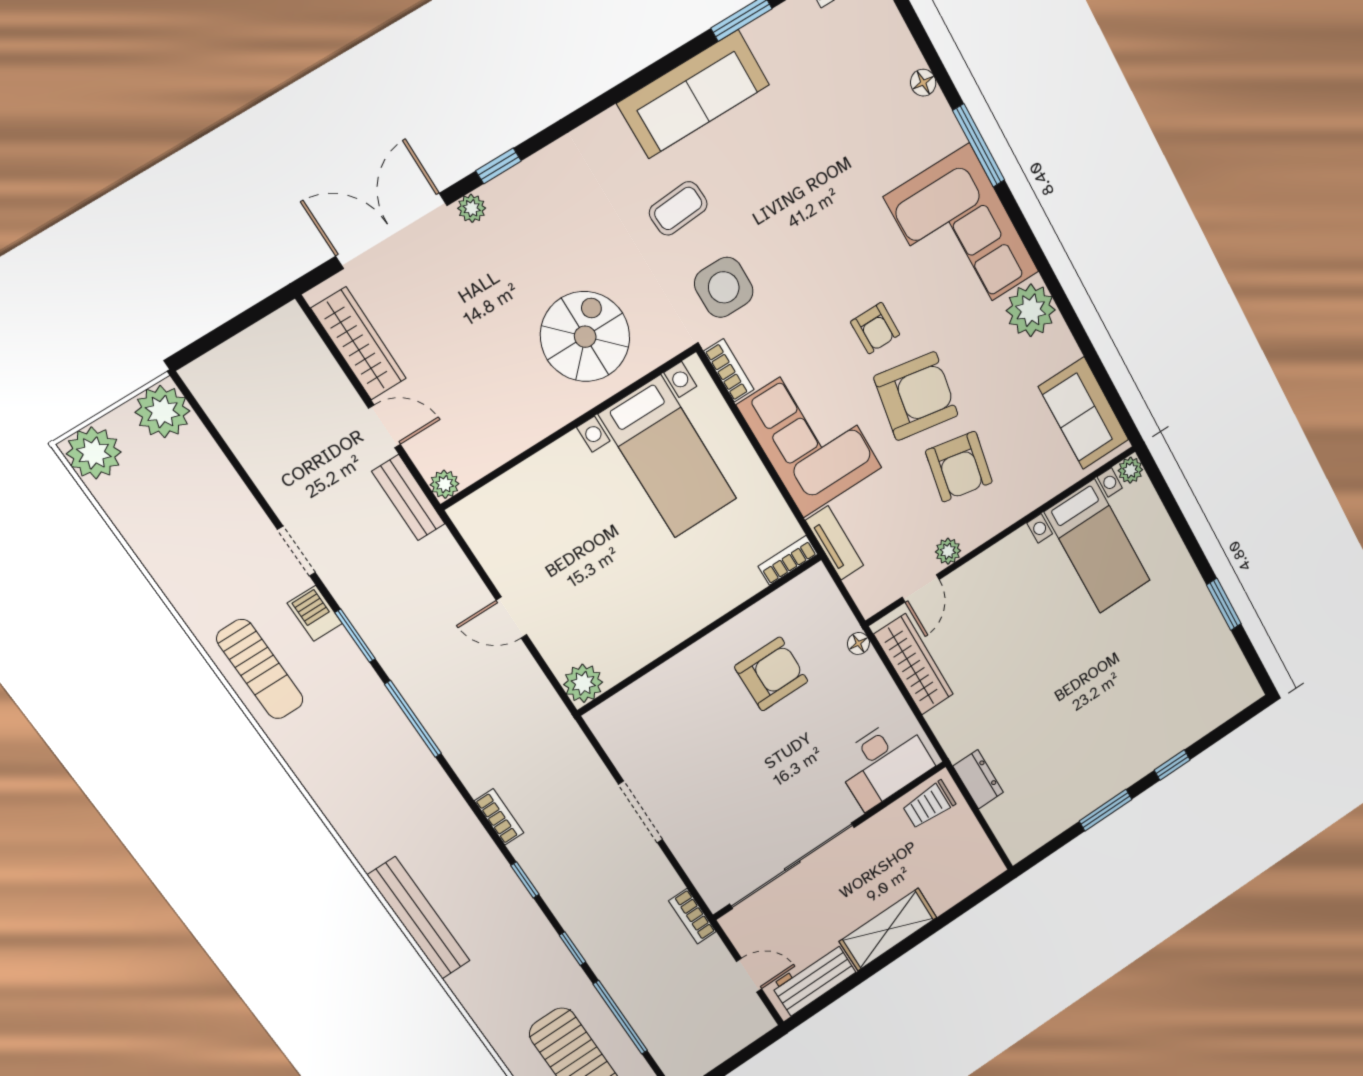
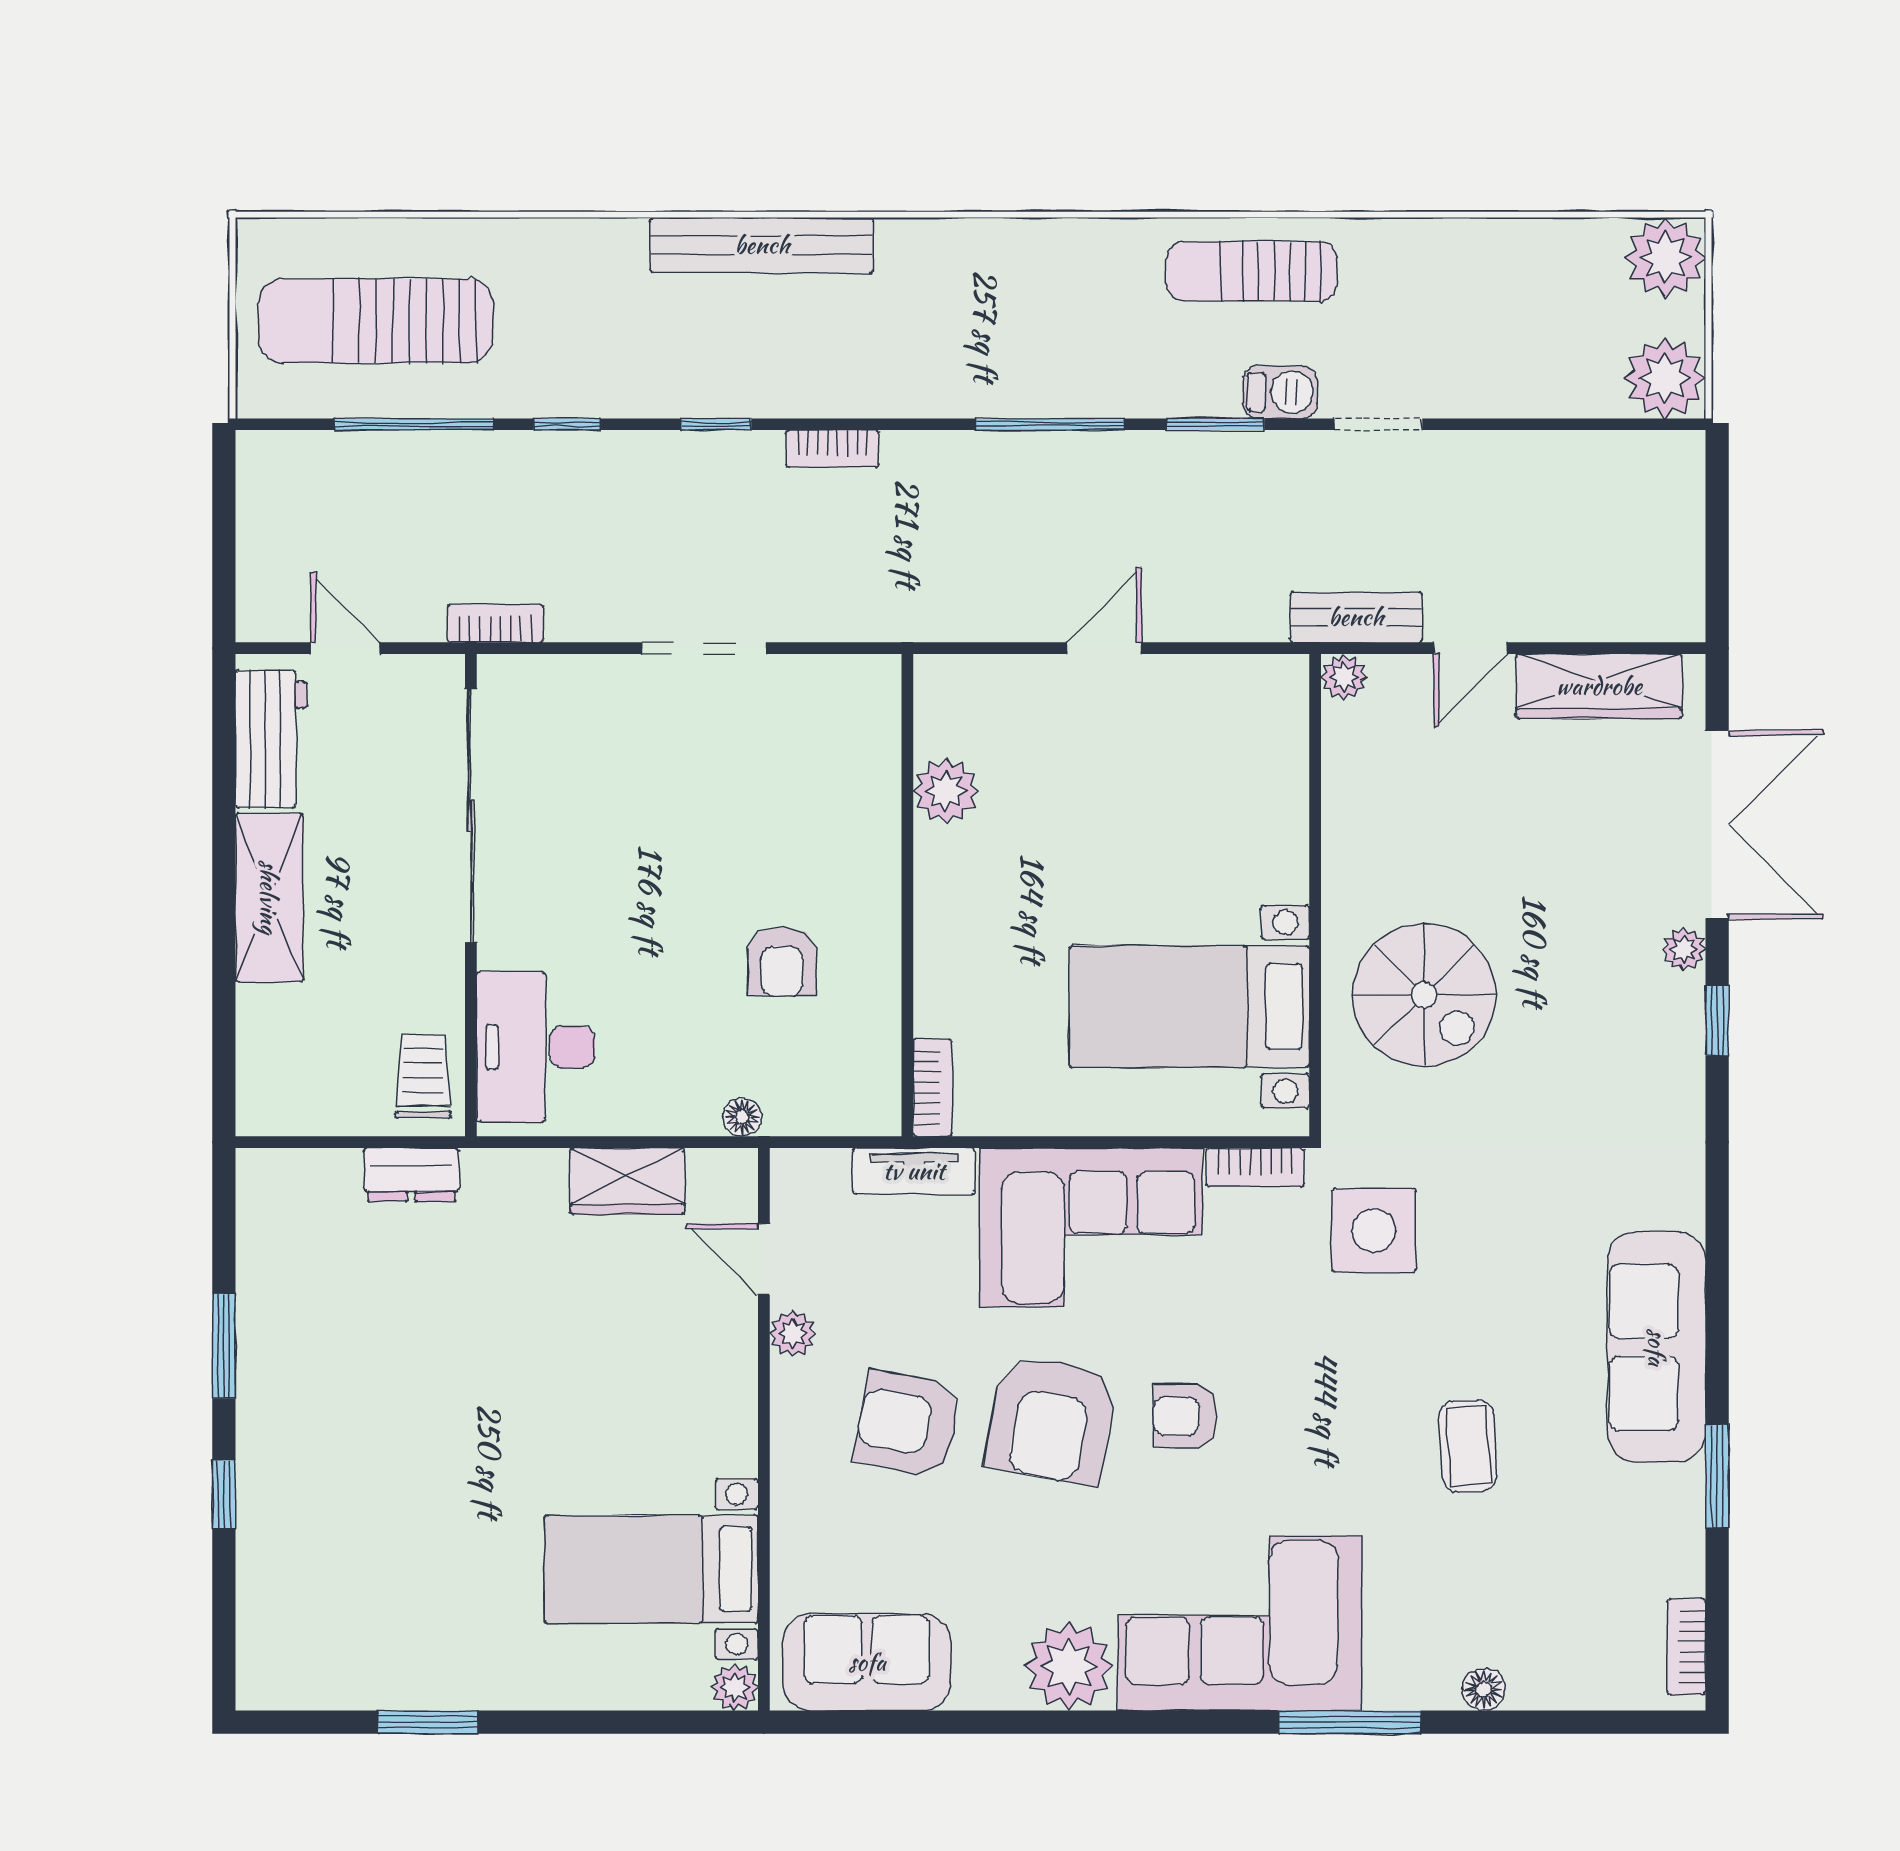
coffee table: (678, 208) -> (1468, 1446), moved
wardrobe: (914, 664) -> (627, 1181), width x0.67
armchair: (771, 674) -> (782, 962), width x0.72, depth x0.72
plant: (583, 683) -> (946, 791), moved
door: (749, 975) -> (345, 648), swing flipped

